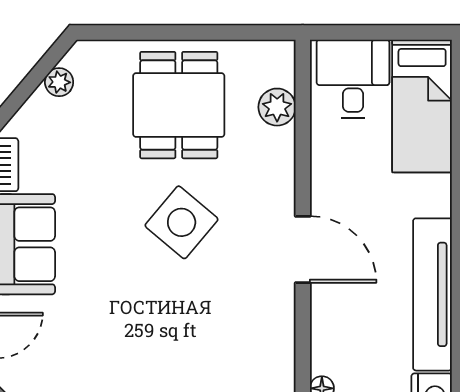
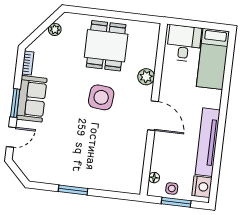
plant: (277, 107) -> (146, 77), moved
side table: (182, 222) -> (101, 97), turned -35

